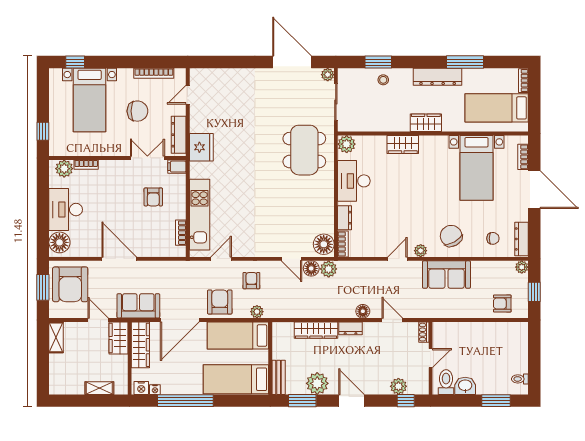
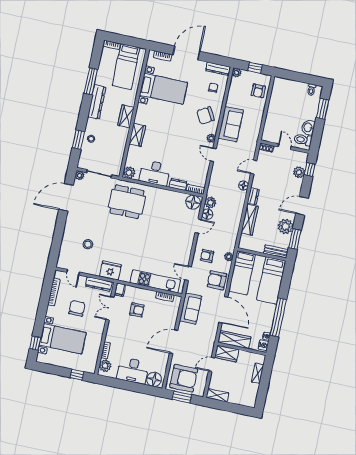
stool: (232, 107) -> (88, 244), added
sofa: (138, 306) -> (191, 309), moved, turned 180

